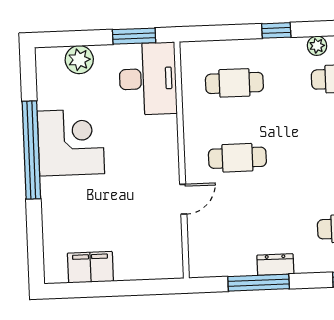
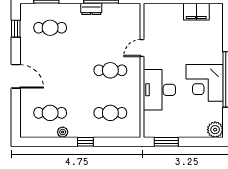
plant: (79, 60) -> (215, 130), moved
desk: (148, 79) -> (159, 90), moved

